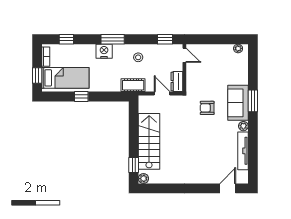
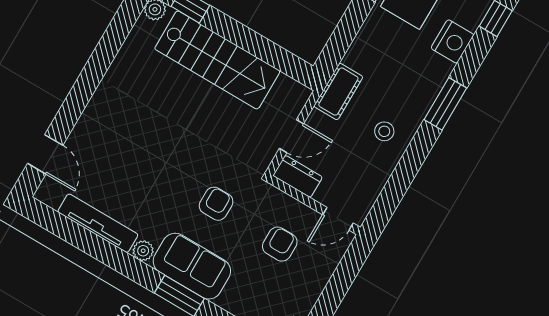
window: (165, 39) -> (388, 200), removed
nightstand: (104, 51) -> (452, 41), moved
armchair: (208, 73) -> (280, 244), added

